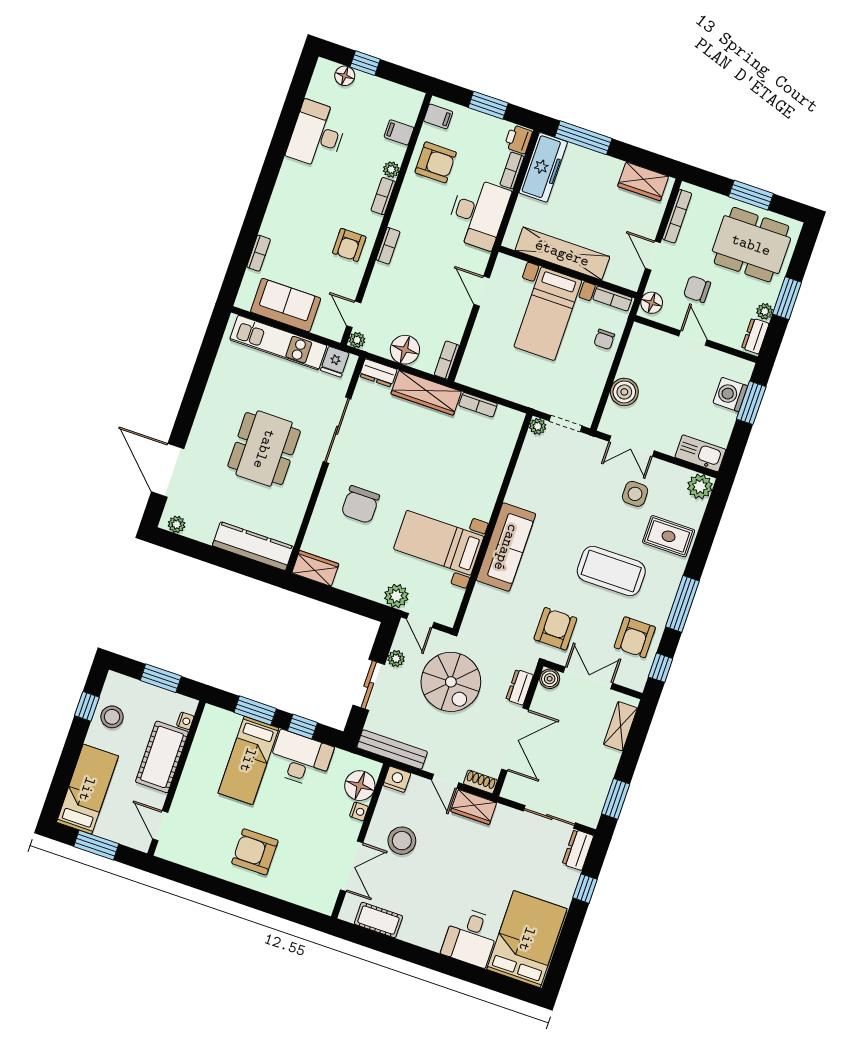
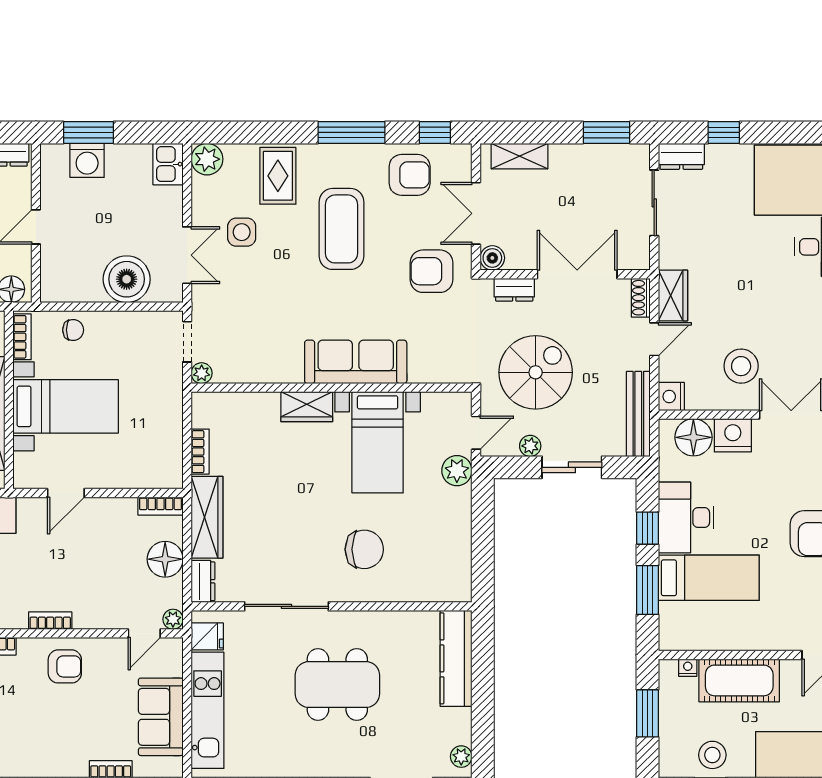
boiler: (624, 392) -> (127, 279), width x1.37, depth x1.37
kitchen sink: (700, 453) -> (168, 164), width x0.73
wardrobe: (315, 568) -> (307, 407), moved, turned -90
nightstand: (359, 811) -> (733, 435), width x1.89, depth x1.79

